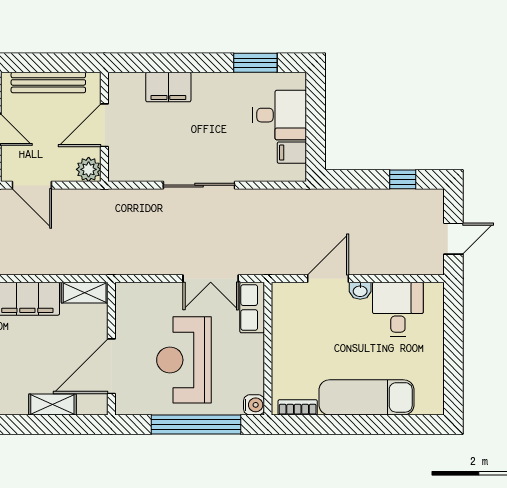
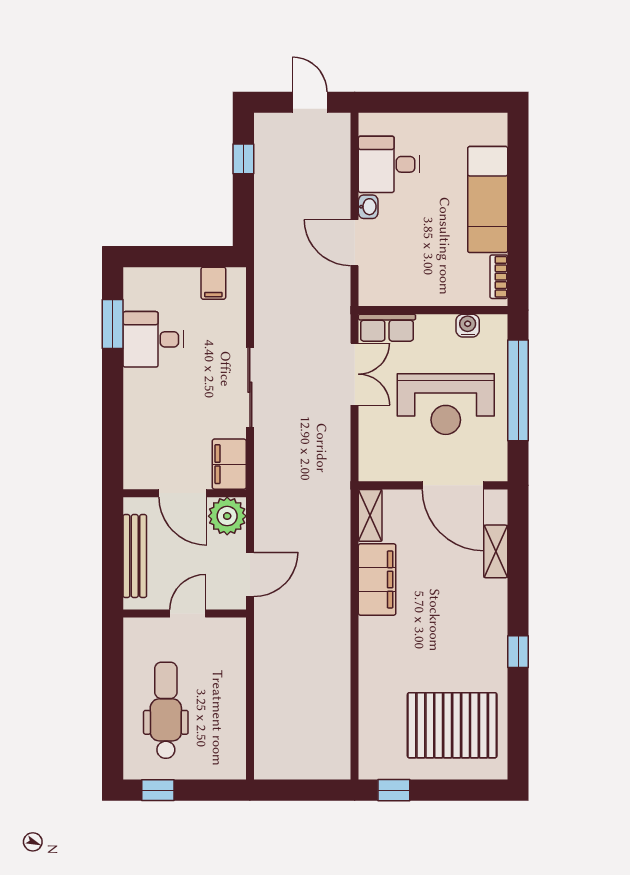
filing cabinet: (168, 87) -> (229, 464), moved, turned 180
desk: (279, 115) -> (153, 339), moved, turned -90
plant: (89, 169) -> (227, 516), width x1.36, depth x1.36
water cooler: (254, 405) -> (468, 326), moved

